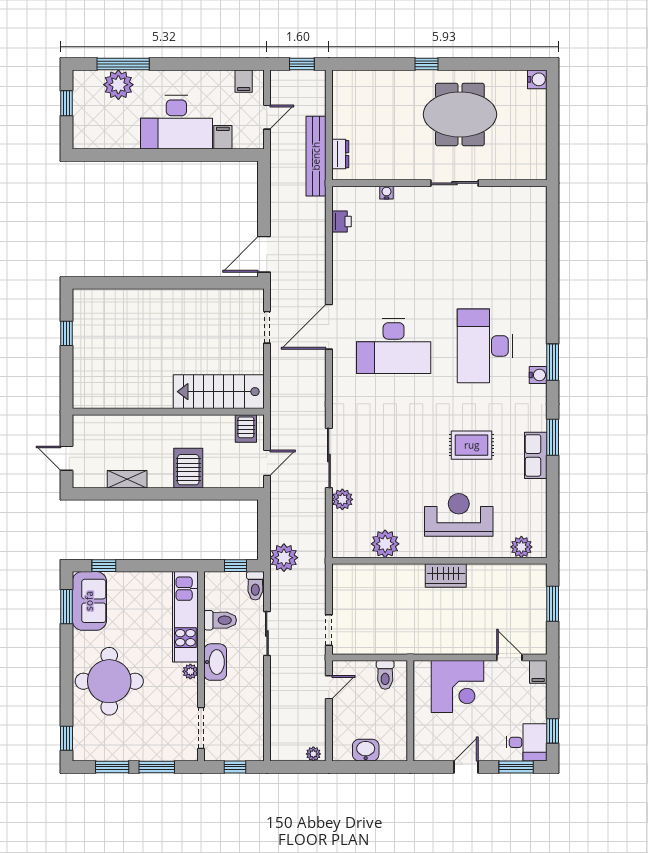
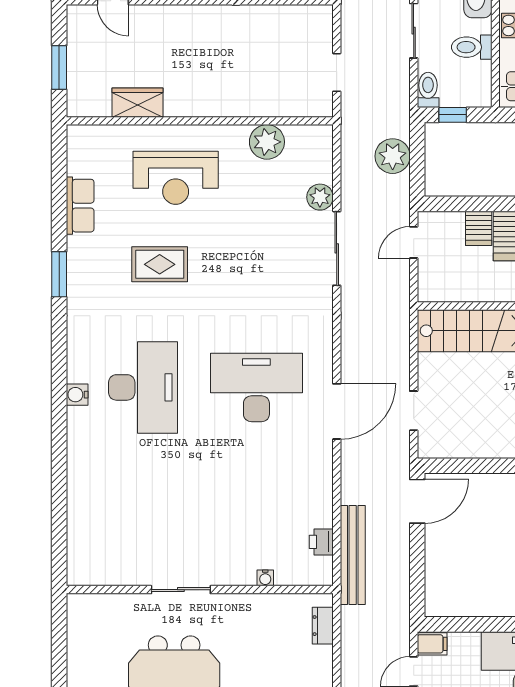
filing cabinet: (223, 137) -> (432, 644), moved, turned -90
bench: (316, 156) -> (353, 555), moved
window: (553, 362) -> (59, 367), removed
water cooler: (538, 375) -> (77, 395), moved
server rack: (246, 428) -> (479, 228), moved, turned 180
row of seats: (536, 455) -> (80, 206), moved
plant: (521, 547) -> (98, 138), removed
plant: (284, 558) -> (393, 156), moved
wardrobe: (446, 575) -> (137, 103), moved
doorway: (329, 630) -> (337, 72), moved

